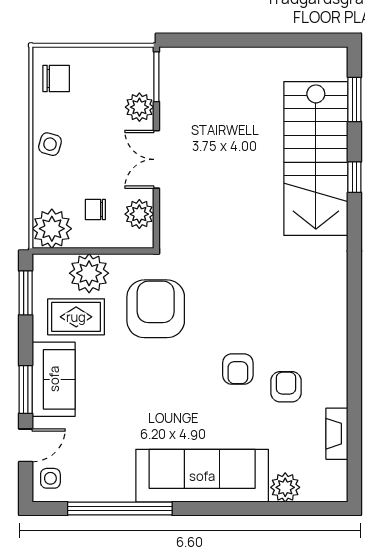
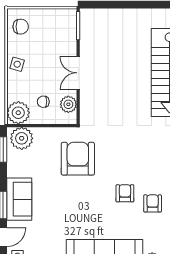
plant: (139, 107) -> (69, 43), removed
plant: (89, 273) -> (22, 138), moved
rug: (76, 317) -> (32, 163), removed
armchair: (238, 369) -> (125, 193), turned 180

